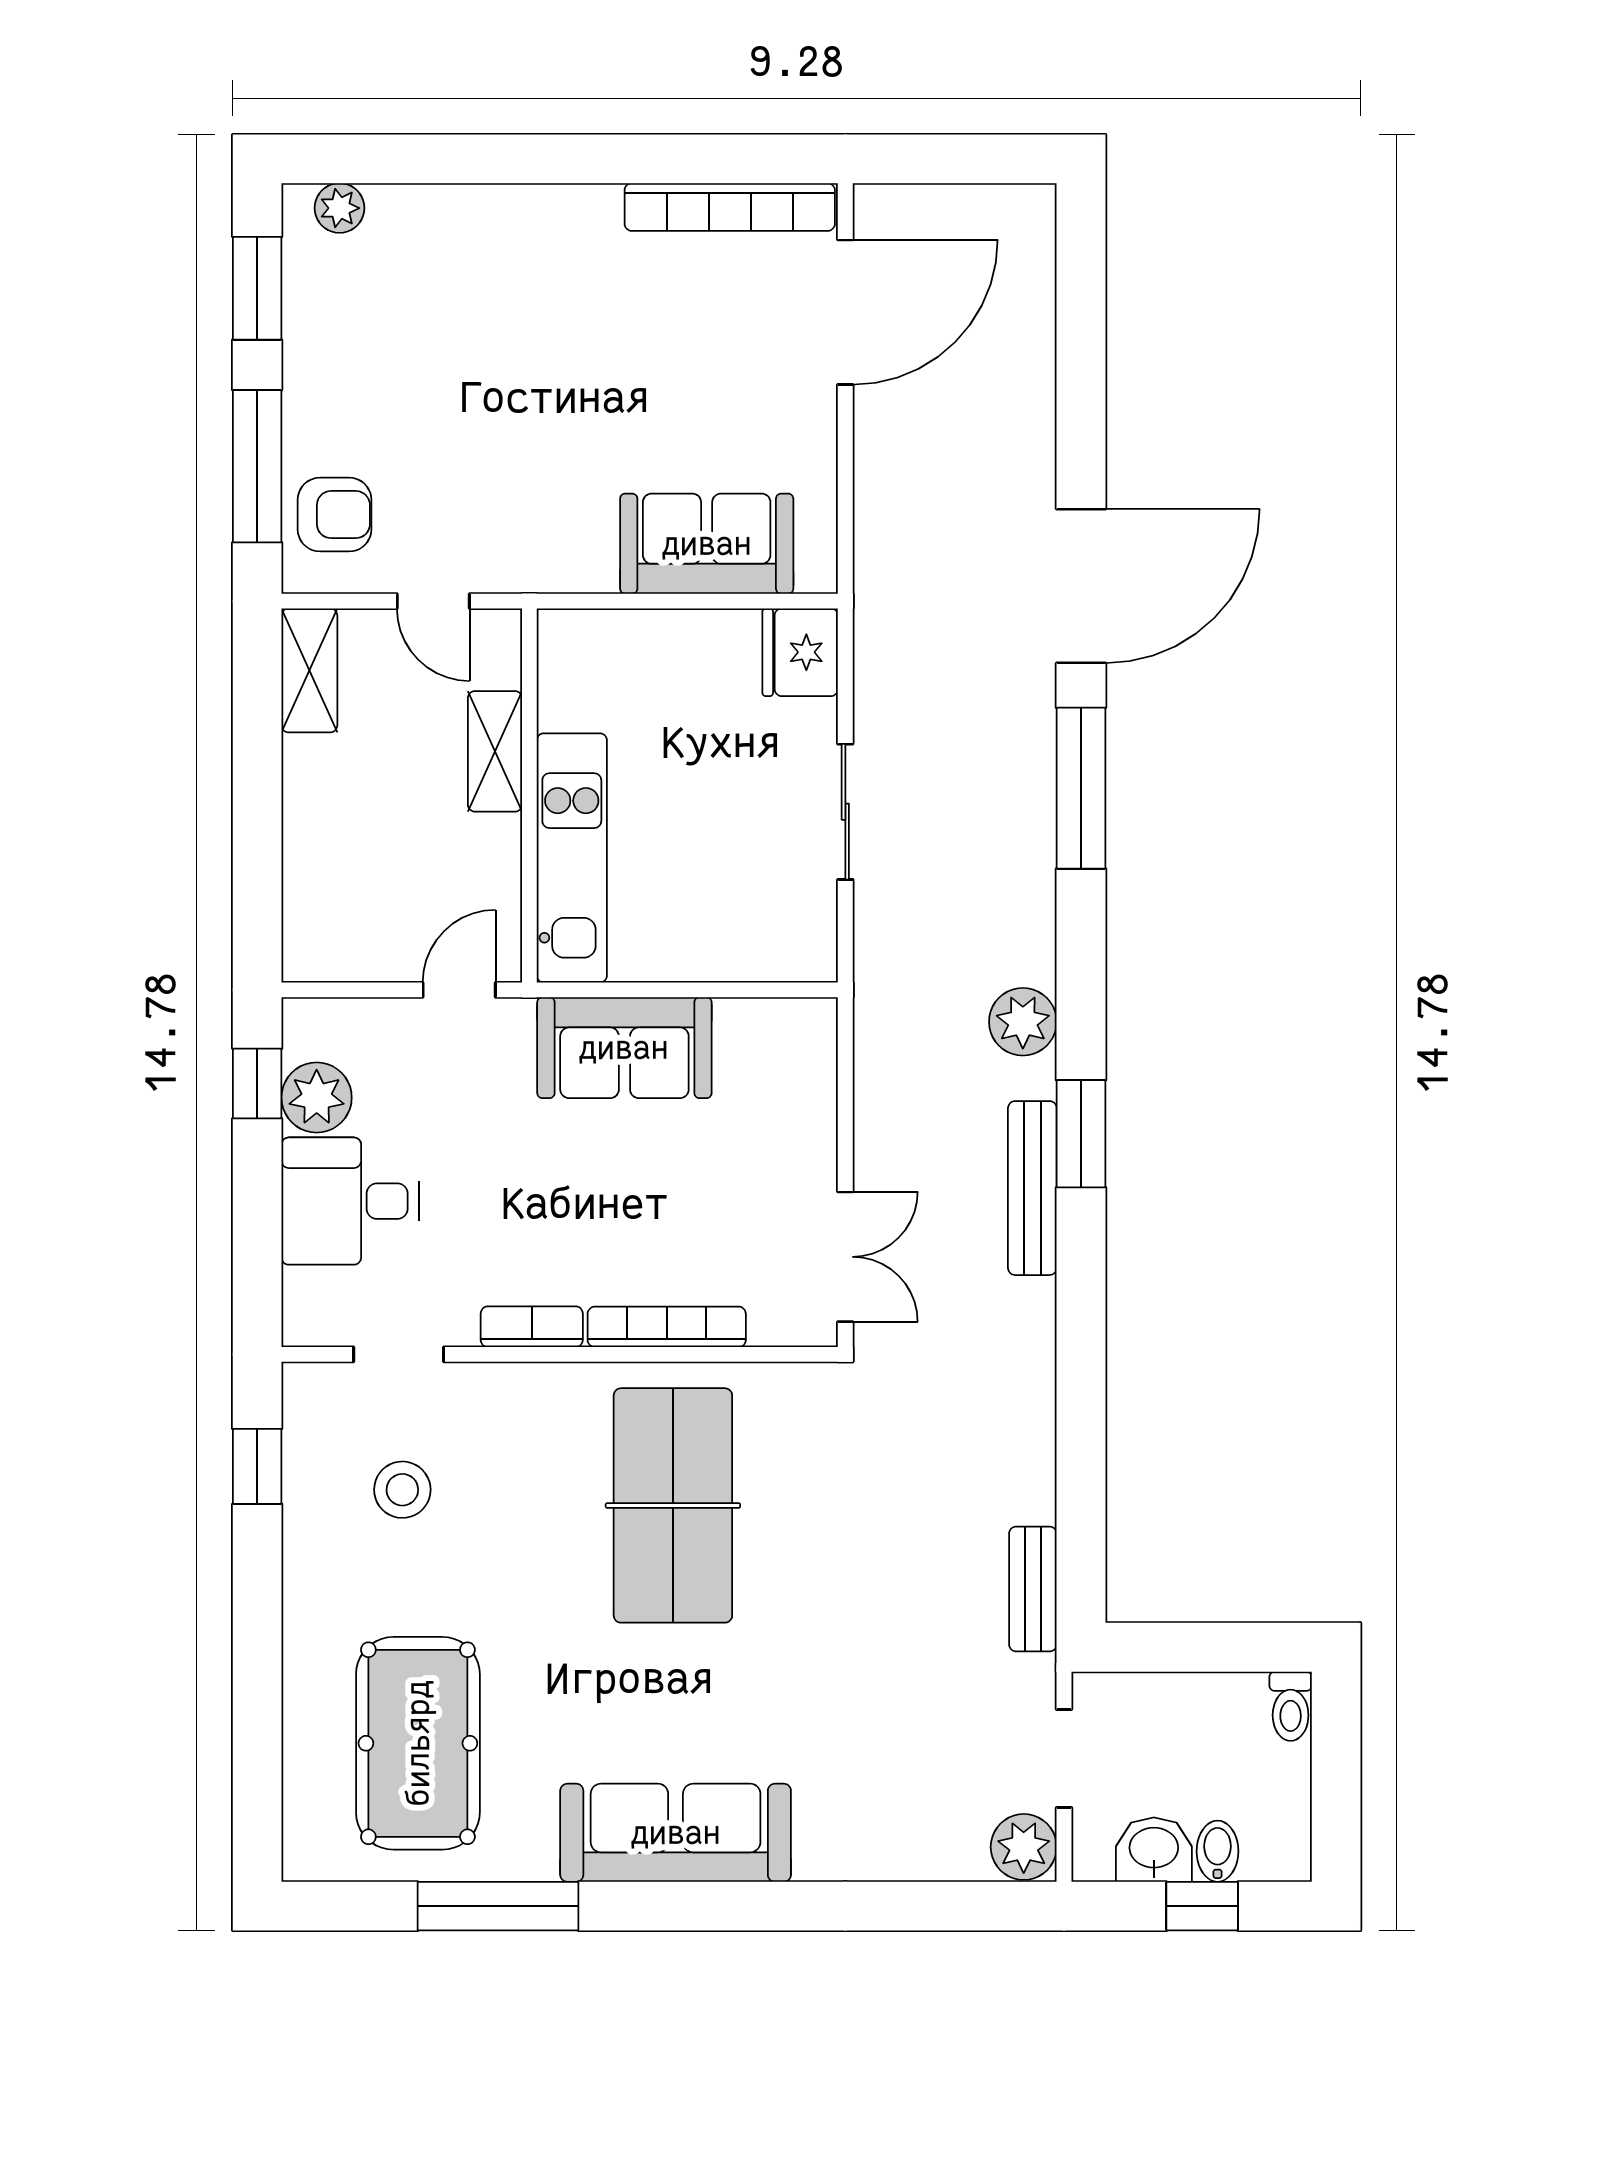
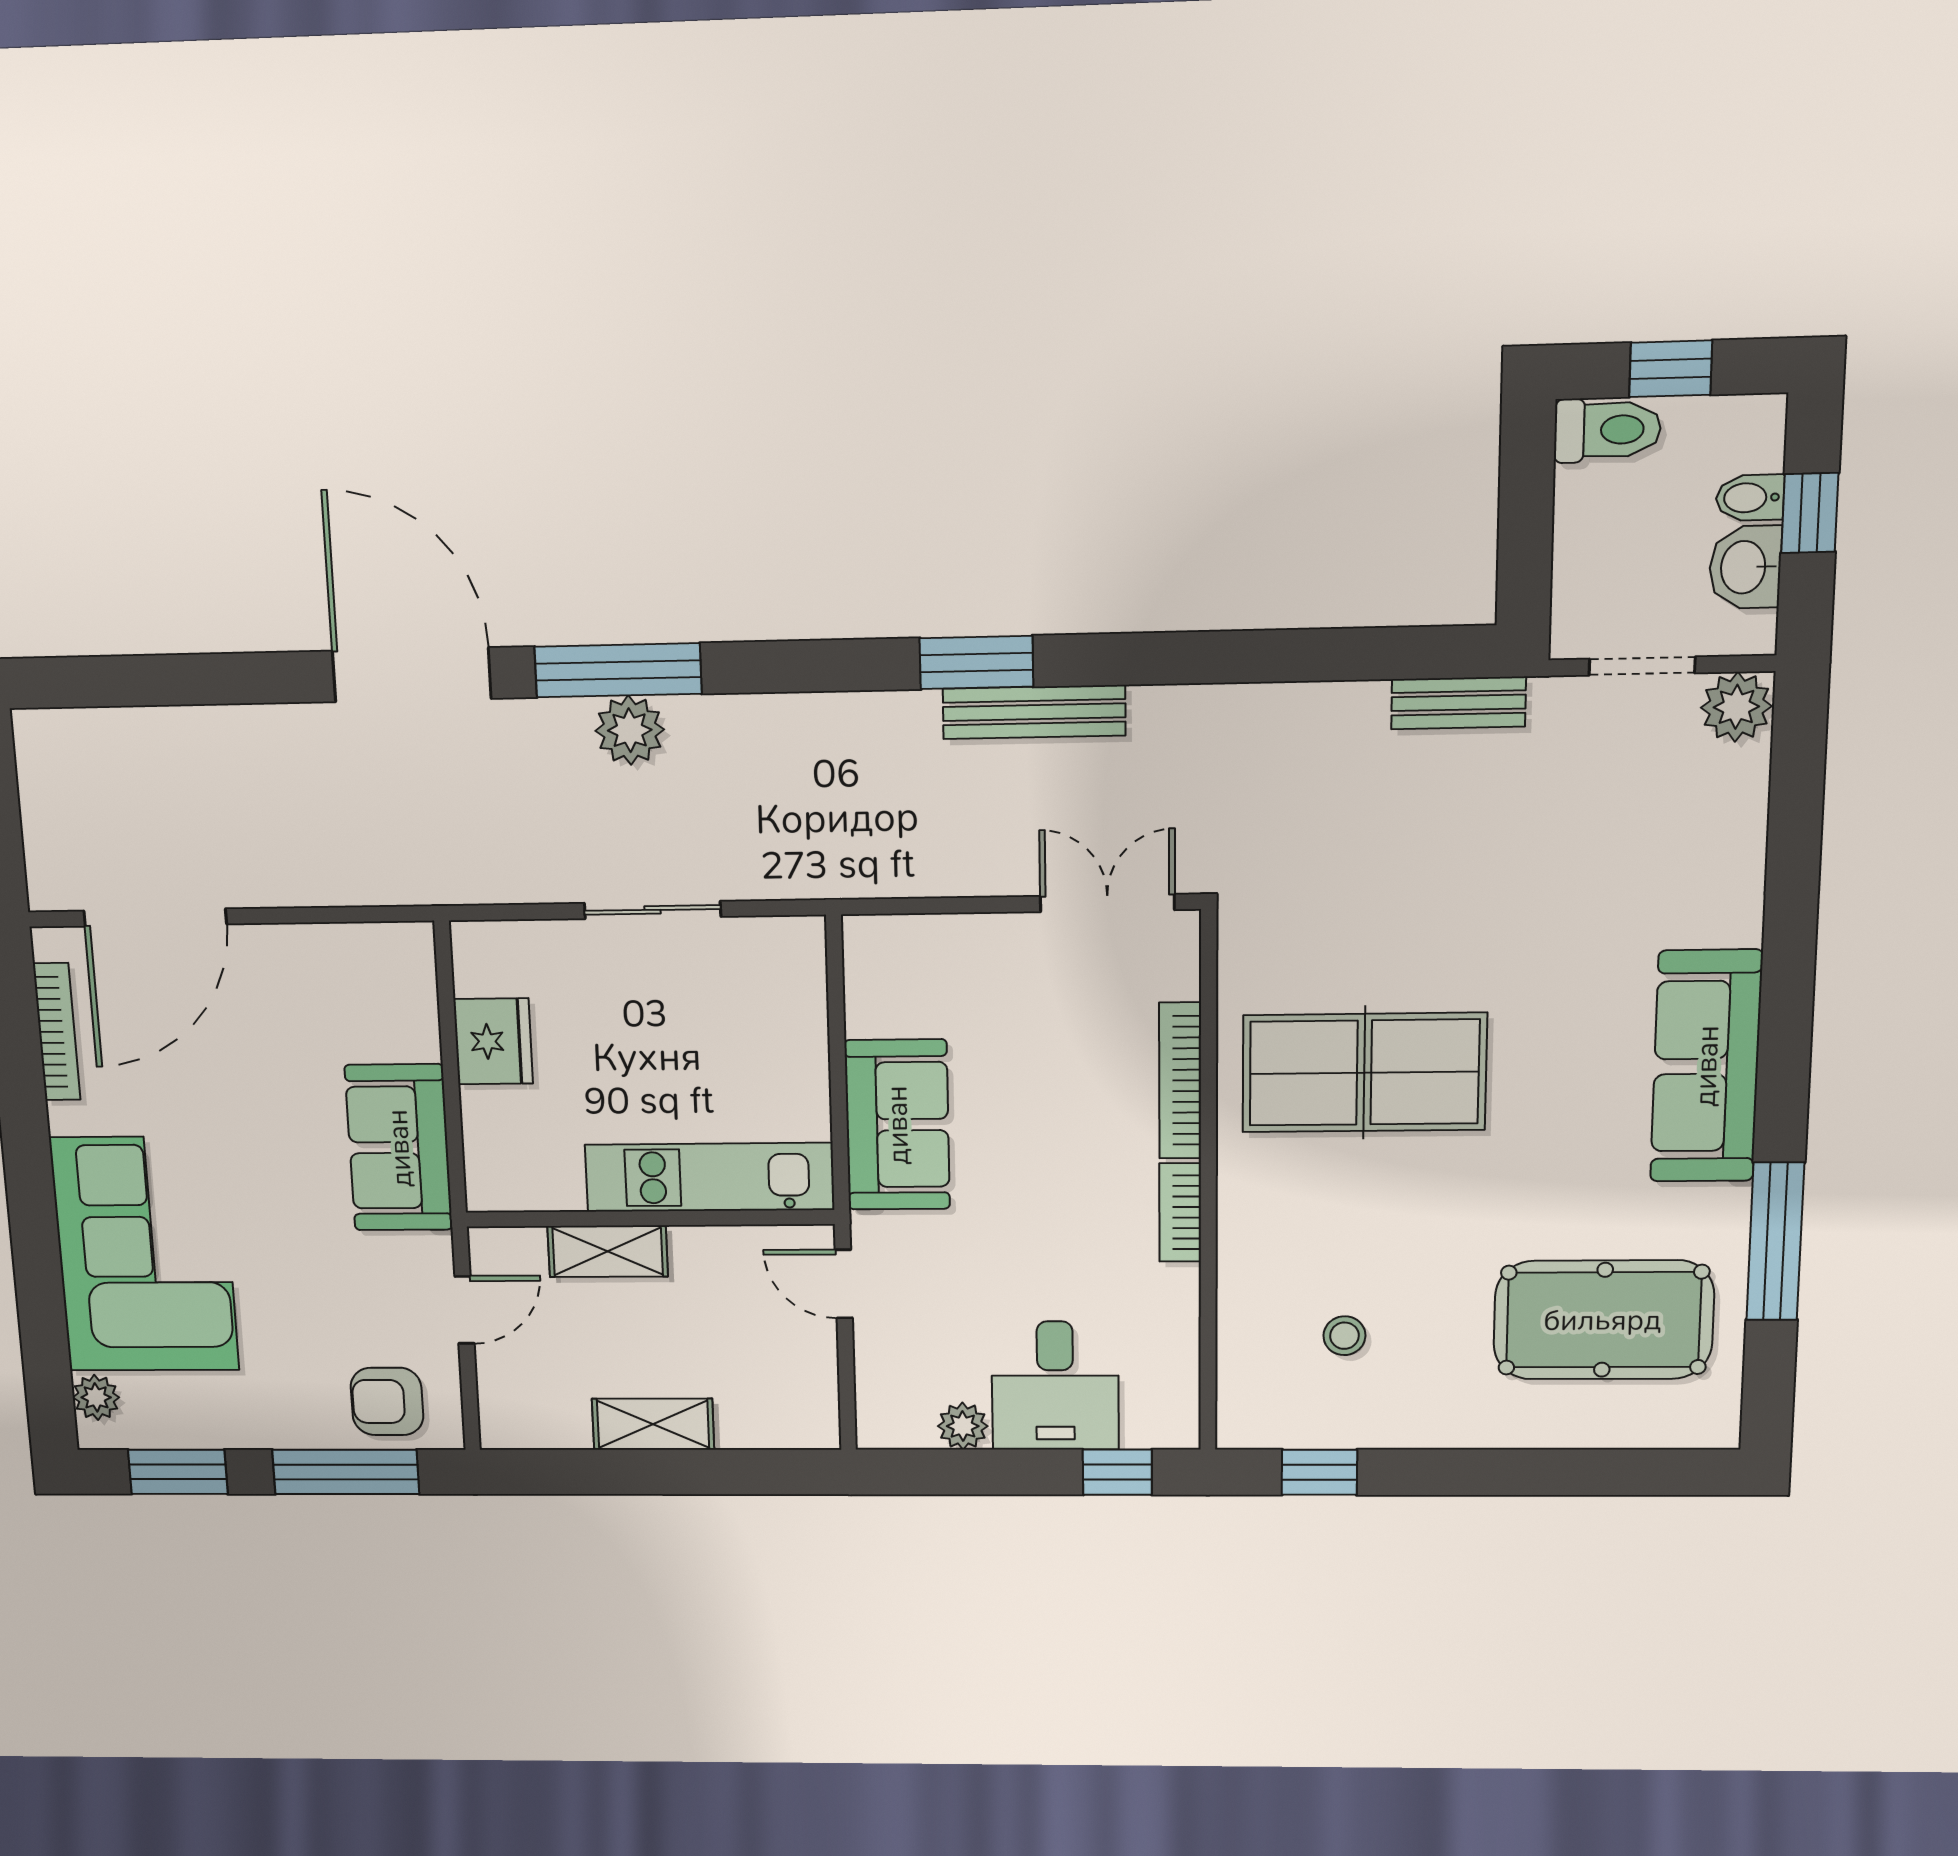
bookcase: (730, 207) -> (57, 1032), width x0.68, depth x0.76
corner sofa: (494, 272) -> (145, 1254), added
door: (845, 312) -> (155, 918), swing flipped
armchair: (335, 515) -> (387, 1401), turned -90
sofa: (707, 544) -> (399, 1148), moved
fridge: (800, 652) -> (493, 1041), moved, turned -90
shelving: (309, 670) -> (653, 1424), moved
plant: (1023, 1022) -> (630, 730), moved
window: (257, 1083) -> (1117, 1472), moved
plant: (317, 1098) -> (963, 1426), width x0.73, depth x0.73
doorway: (399, 1354) -> (1208, 1340), removed
stool: (402, 1490) -> (1344, 1336), width x0.73, depth x0.73
toilet: (1291, 1706) -> (1607, 430), width x1.37, depth x1.39
window: (1336, 1775) -> (1671, 369), added

